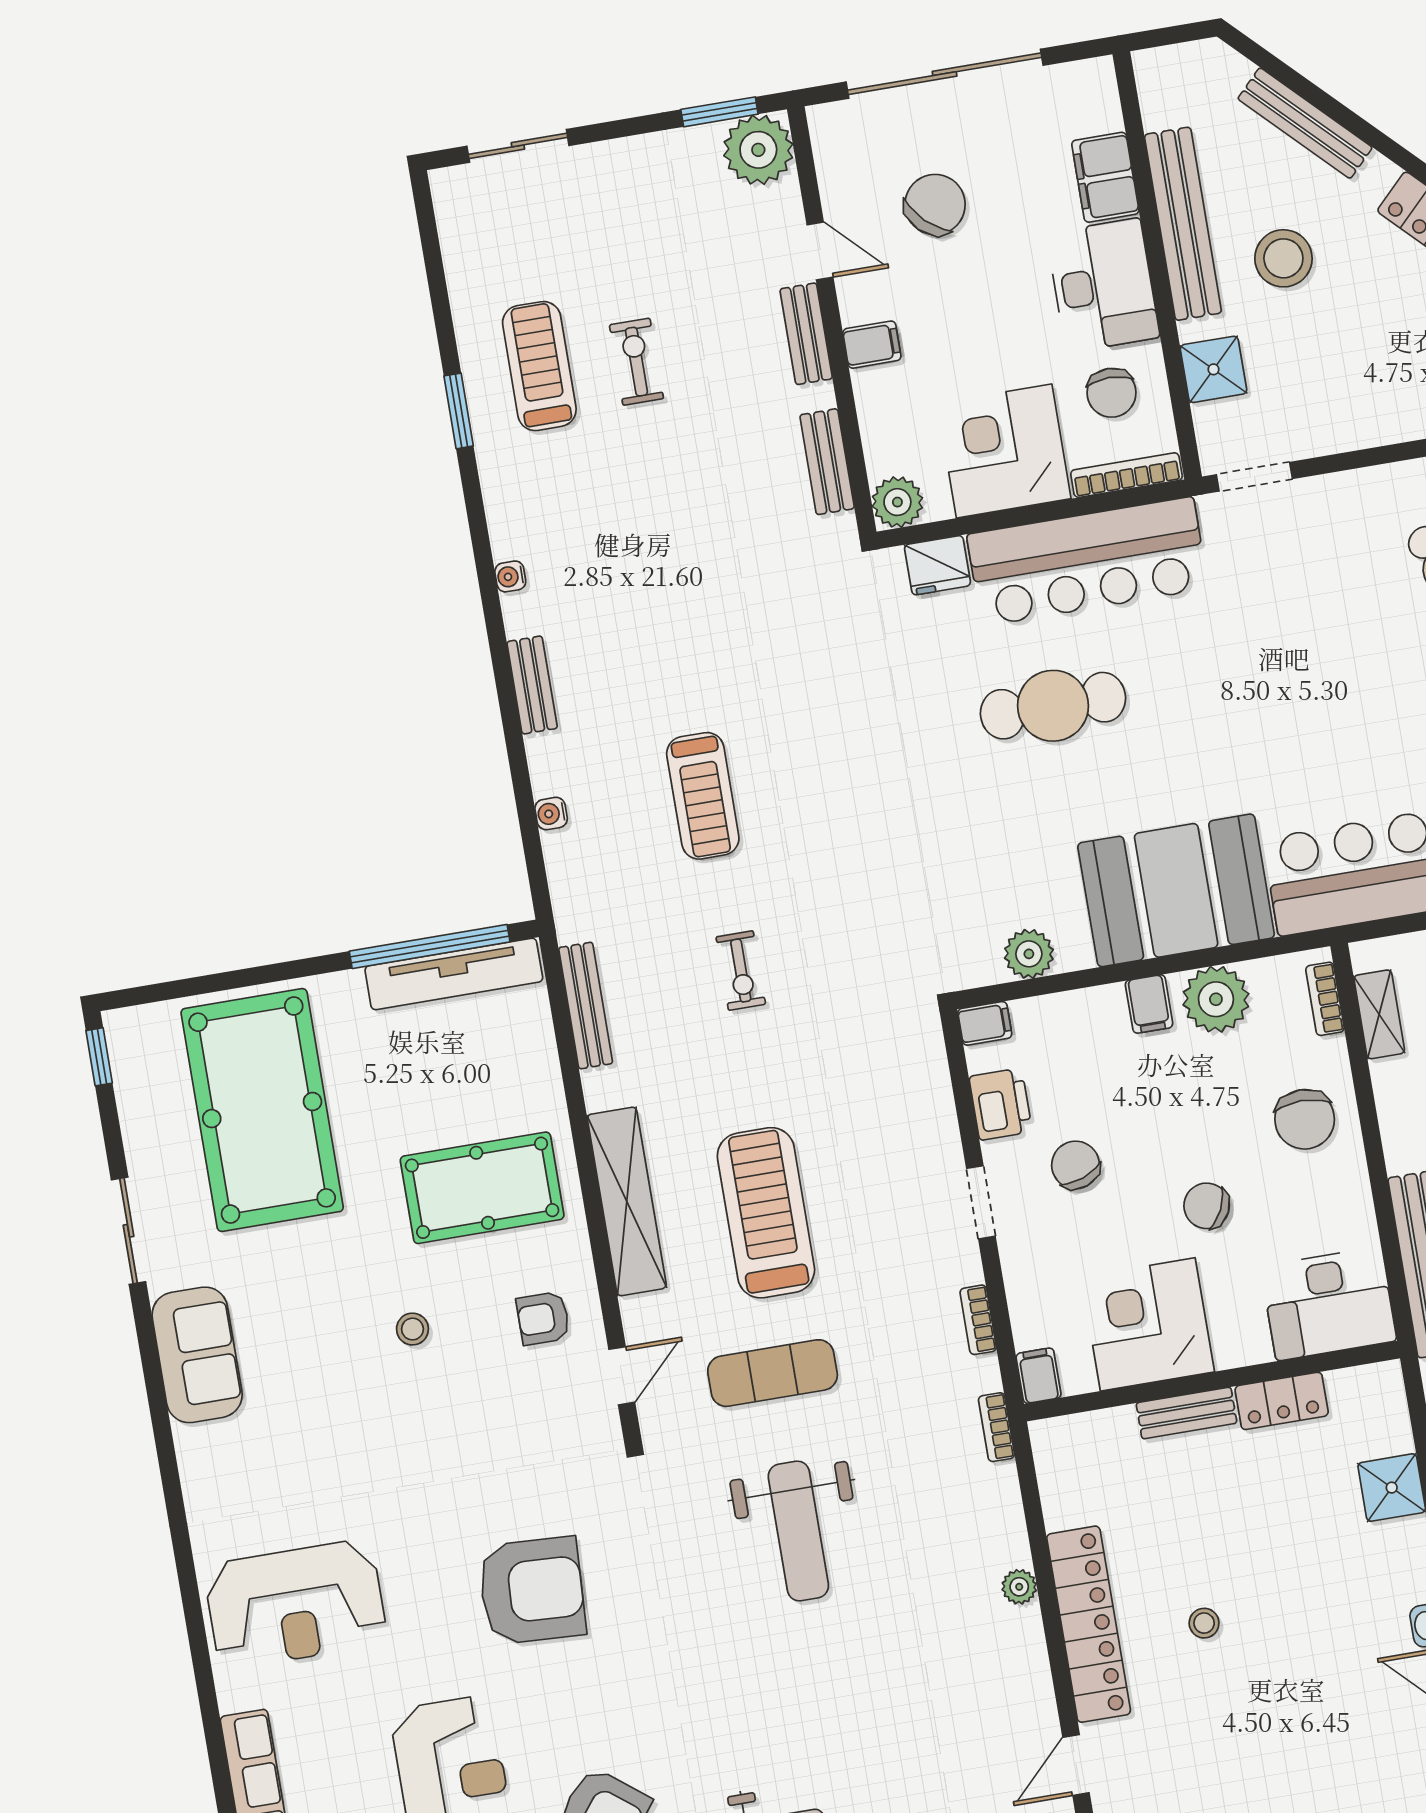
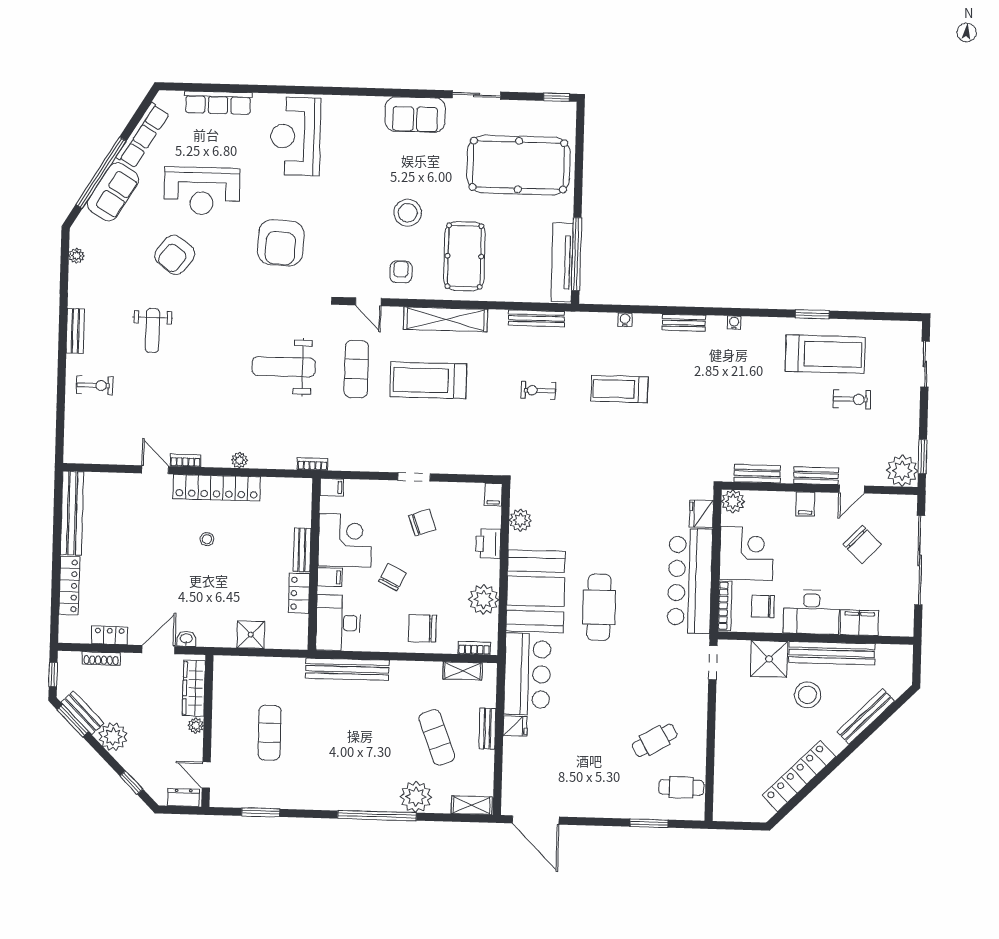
exercise bike: (636, 362) -> (852, 399), moved
treadmill: (539, 366) -> (825, 354), width x1.37, depth x1.38
shower: (1213, 369) -> (769, 659), width x1.36, depth x1.36
cafe table: (1053, 706) -> (599, 607), moved
filing cabinet: (1149, 1004) -> (330, 577), moved, turned 180
printer: (1001, 1104) -> (488, 544), moved, turned 90
treadmill: (766, 1213) -> (428, 380), turned 180
bookcase: (978, 1320) -> (186, 460), moved
stool: (412, 1329) -> (408, 213), width x1.89, depth x1.89

